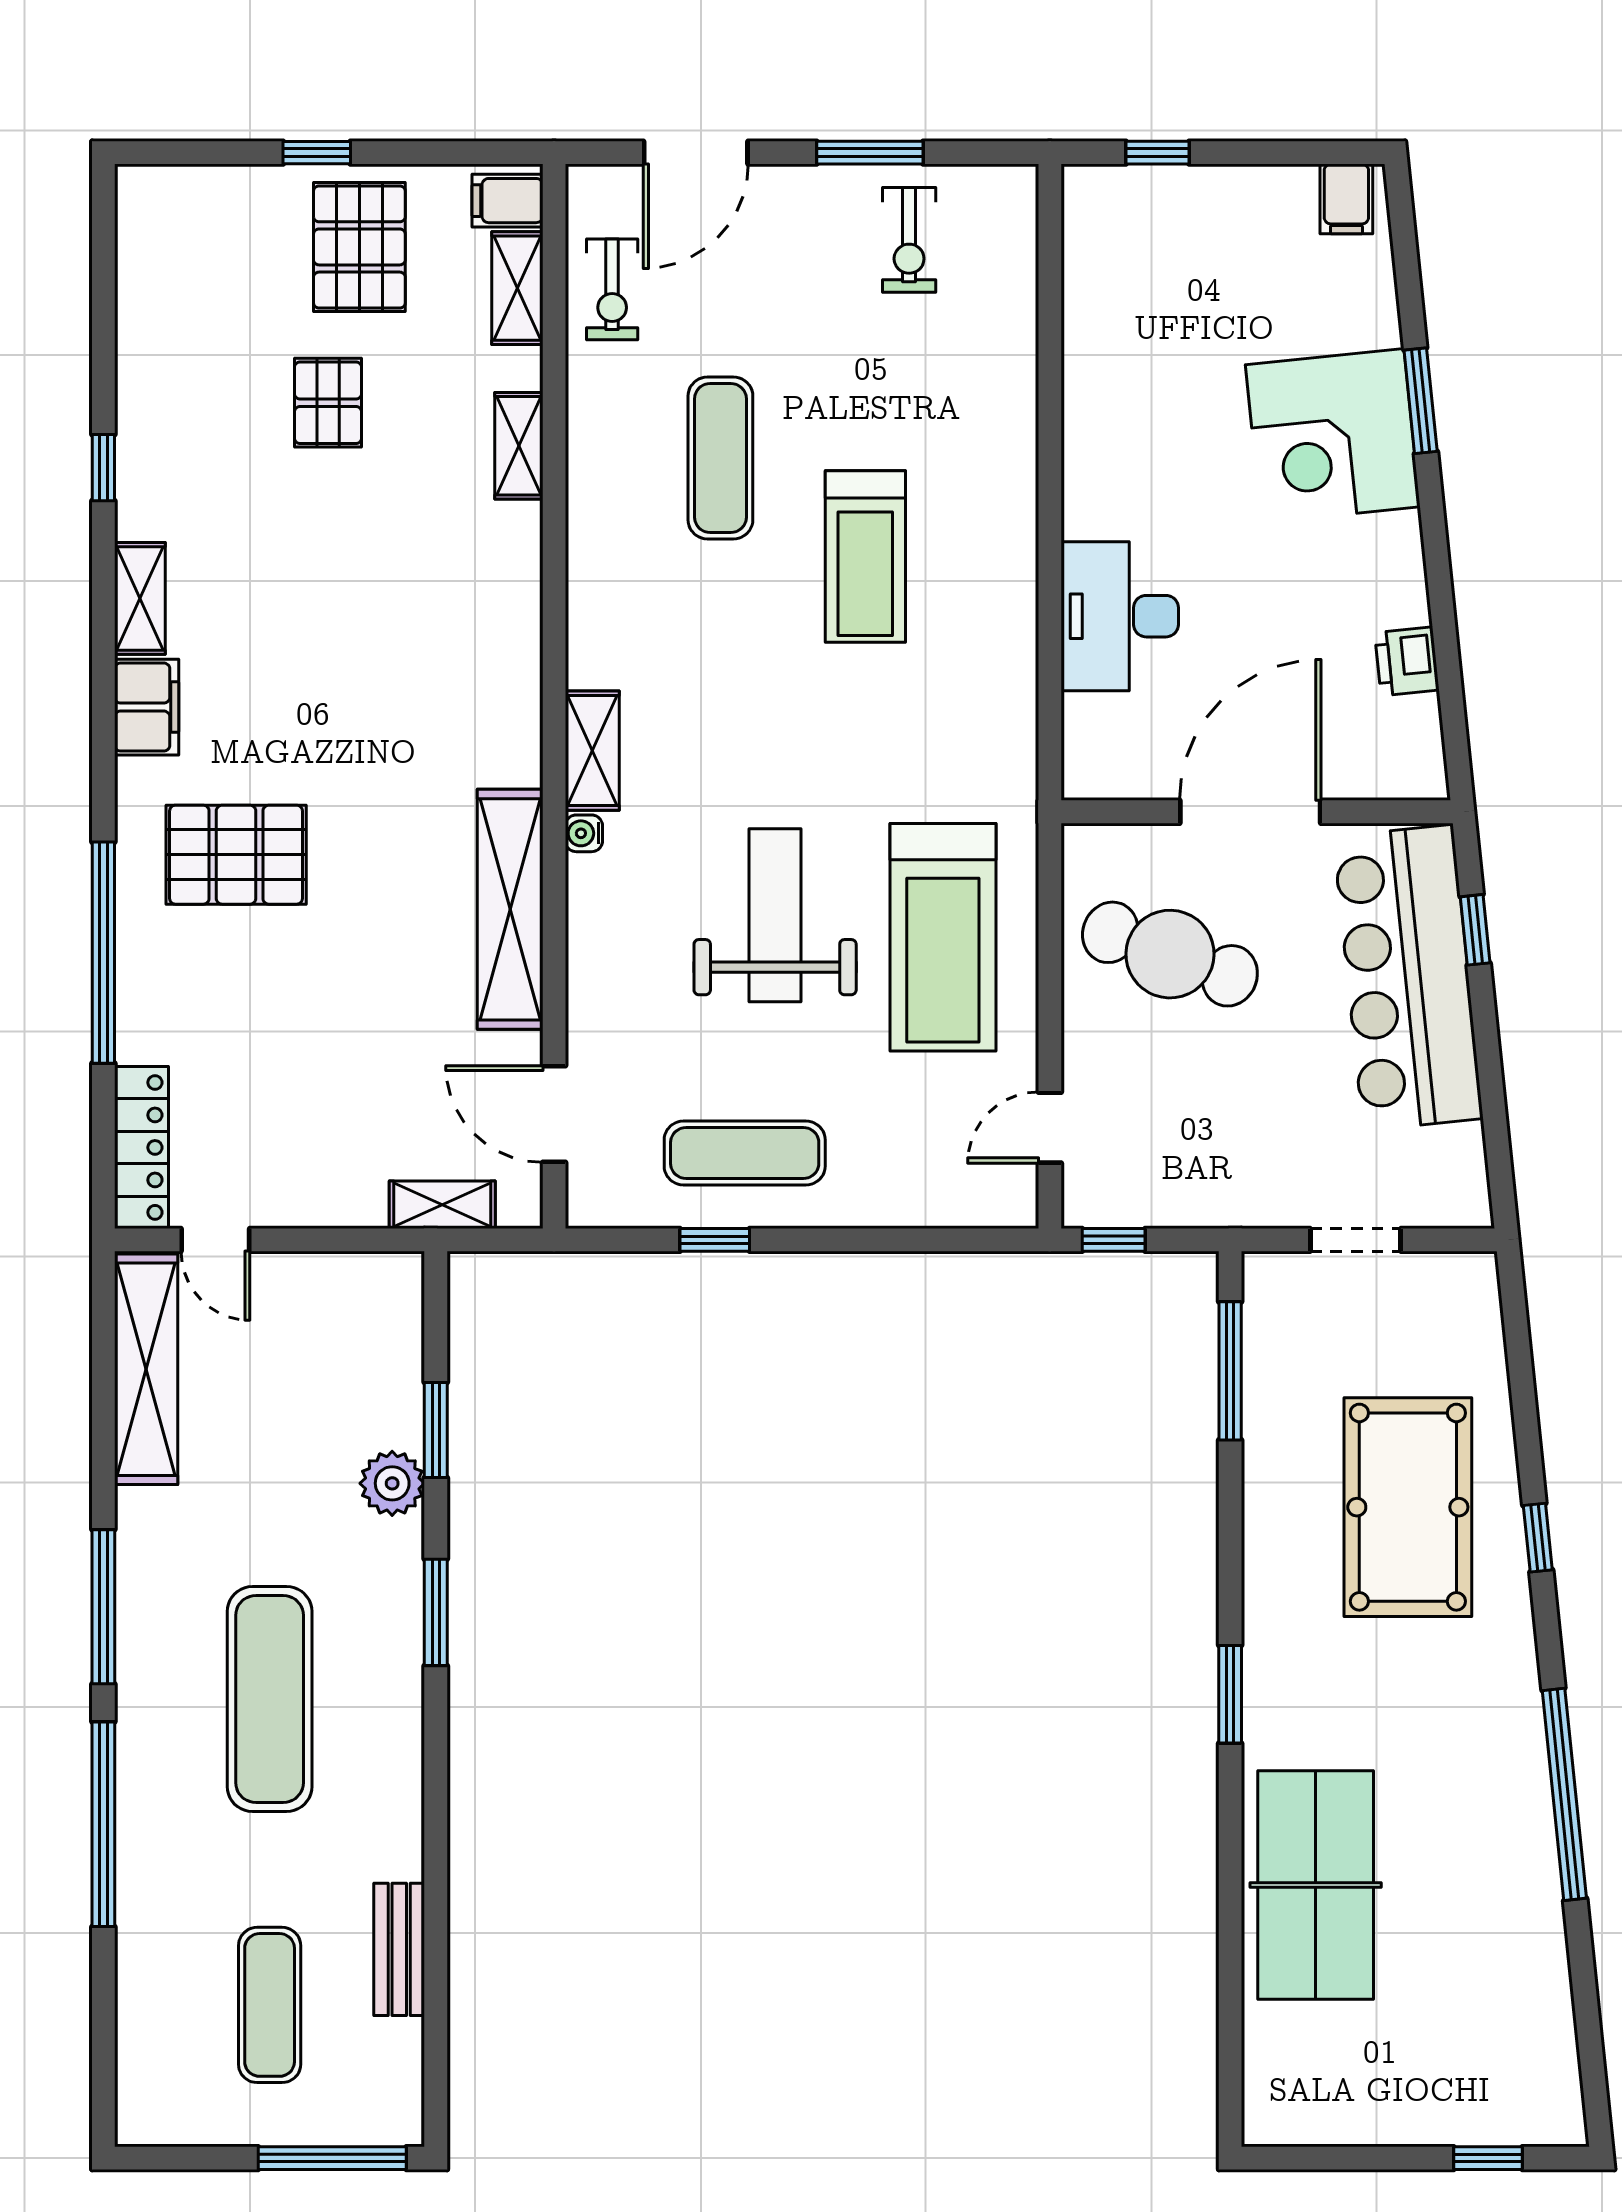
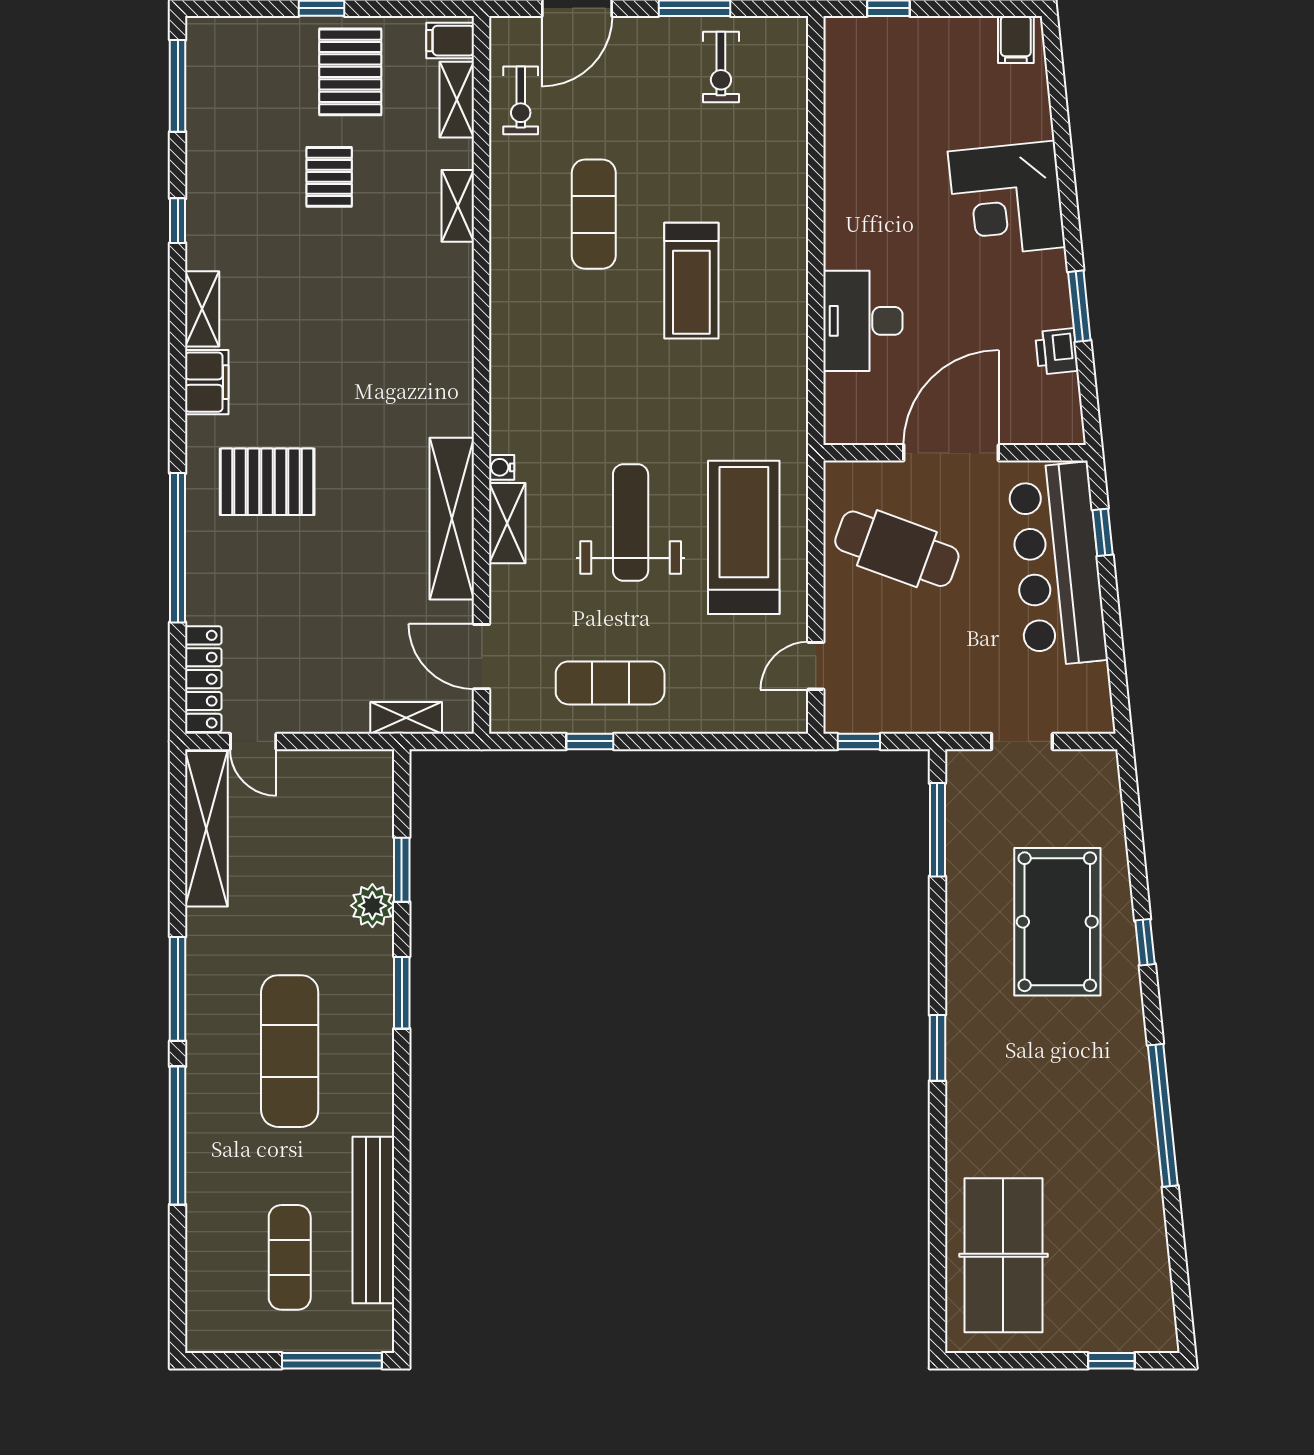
window: (103, 268) -> (178, 86), added
window: (1421, 401) -> (1079, 306), moved
shelving: (592, 751) -> (507, 523), moved
treadmill: (943, 937) -> (744, 537), turned 180
table tennis table: (1316, 1885) -> (1003, 1255), moved
bench: (399, 1949) -> (373, 1220), width x1.86, depth x1.21

